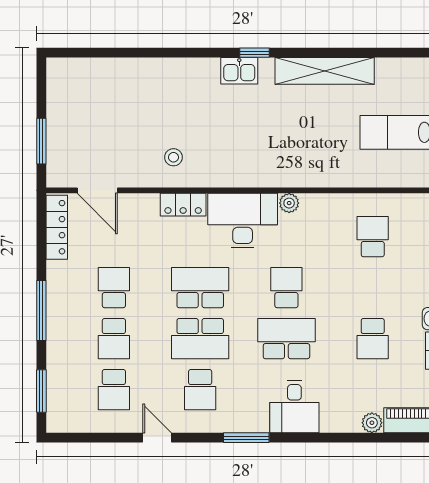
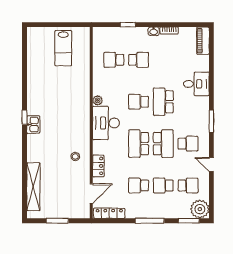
shelving: (325, 71) -> (33, 187), moved
window: (41, 141) -> (57, 221), moved
locker: (183, 205) -> (98, 166), moved
school desk: (114, 339) -> (163, 185), turned 180
school desk: (373, 339) -> (139, 60), moved
desk: (294, 407) -> (196, 84), moved
plant: (372, 423) -> (200, 209), moved, width x1.88, depth x1.88
door: (157, 438) -> (211, 165), hinge flipped

